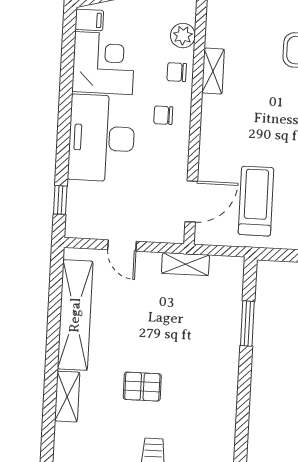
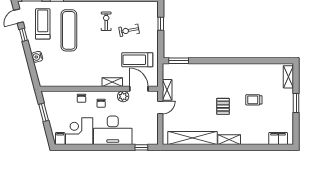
plant: (183, 36) -> (123, 96), moved
shelving: (213, 71) -> (112, 82), moved
door: (122, 245) -> (160, 107), moved
window: (247, 324) -> (179, 61), moved

